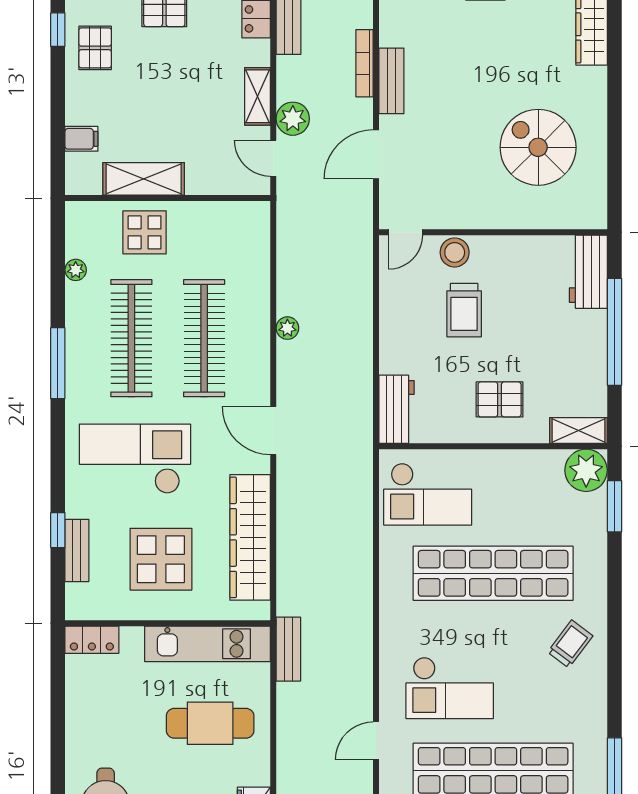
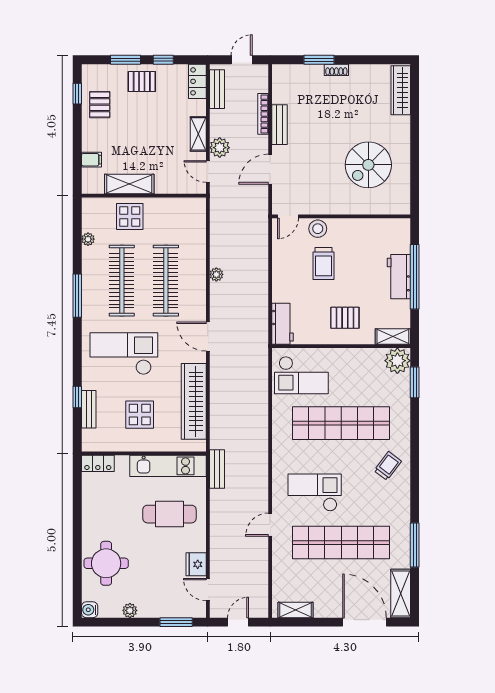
spiral stairs: (538, 147) -> (368, 165), turned -90
workbench: (588, 272) -> (399, 277), moved
display table: (161, 559) -> (140, 415), width x0.73, depth x0.73
checkout: (450, 688) -> (315, 493), turned 180

